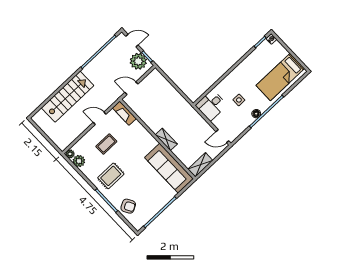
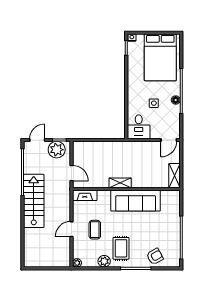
bed: (280, 77) -> (160, 57), width x1.50
door: (131, 88) -> (71, 173), swing flipped
stairs: (68, 97) -> (34, 201), moved
door: (100, 118) -> (71, 229), moved
shelving: (166, 139) -> (120, 183), moved
plant: (79, 161) -> (104, 261), moved
sofa: (169, 168) -> (136, 201), moved

